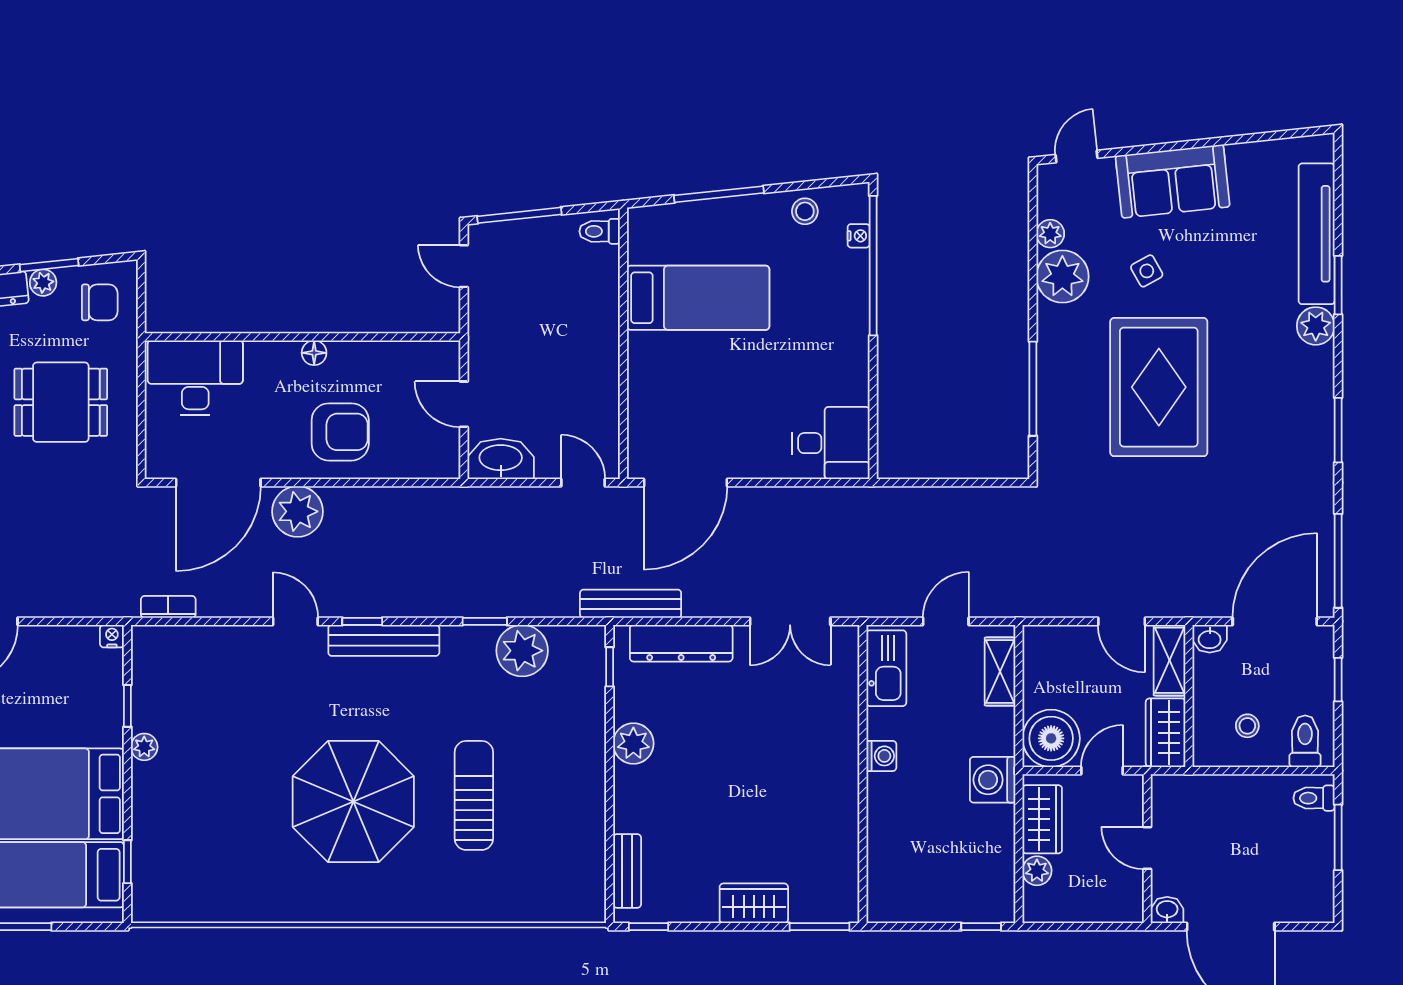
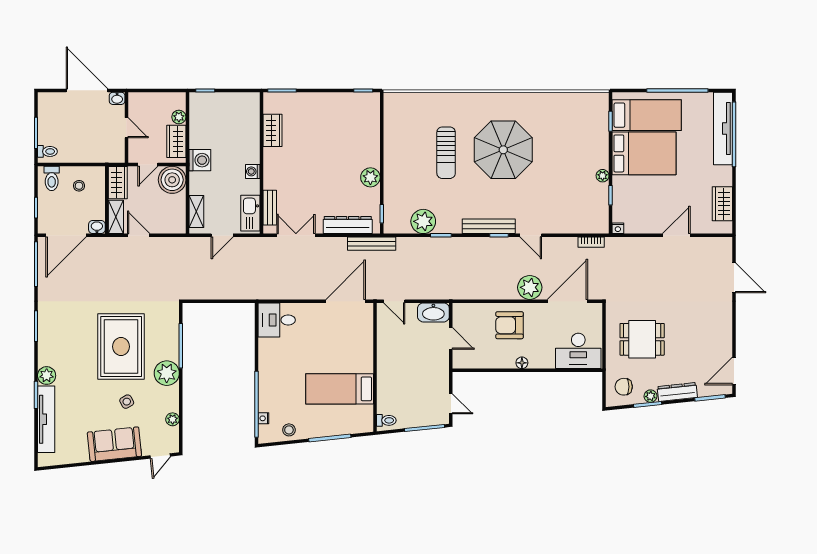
plant: (1062, 277) -> (167, 373), moved
bench: (627, 871) -> (270, 208), moved
wardrobe: (754, 903) -> (273, 130), moved, turned -90

